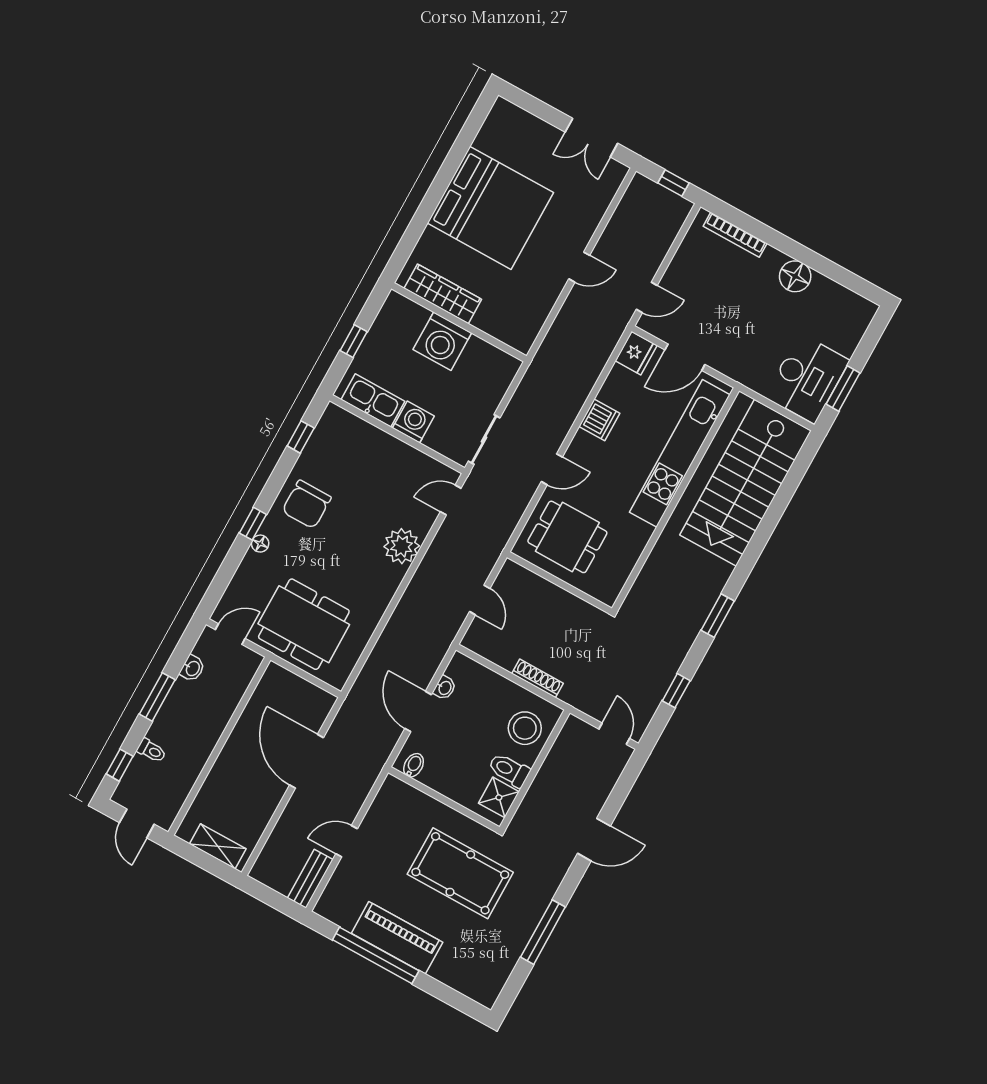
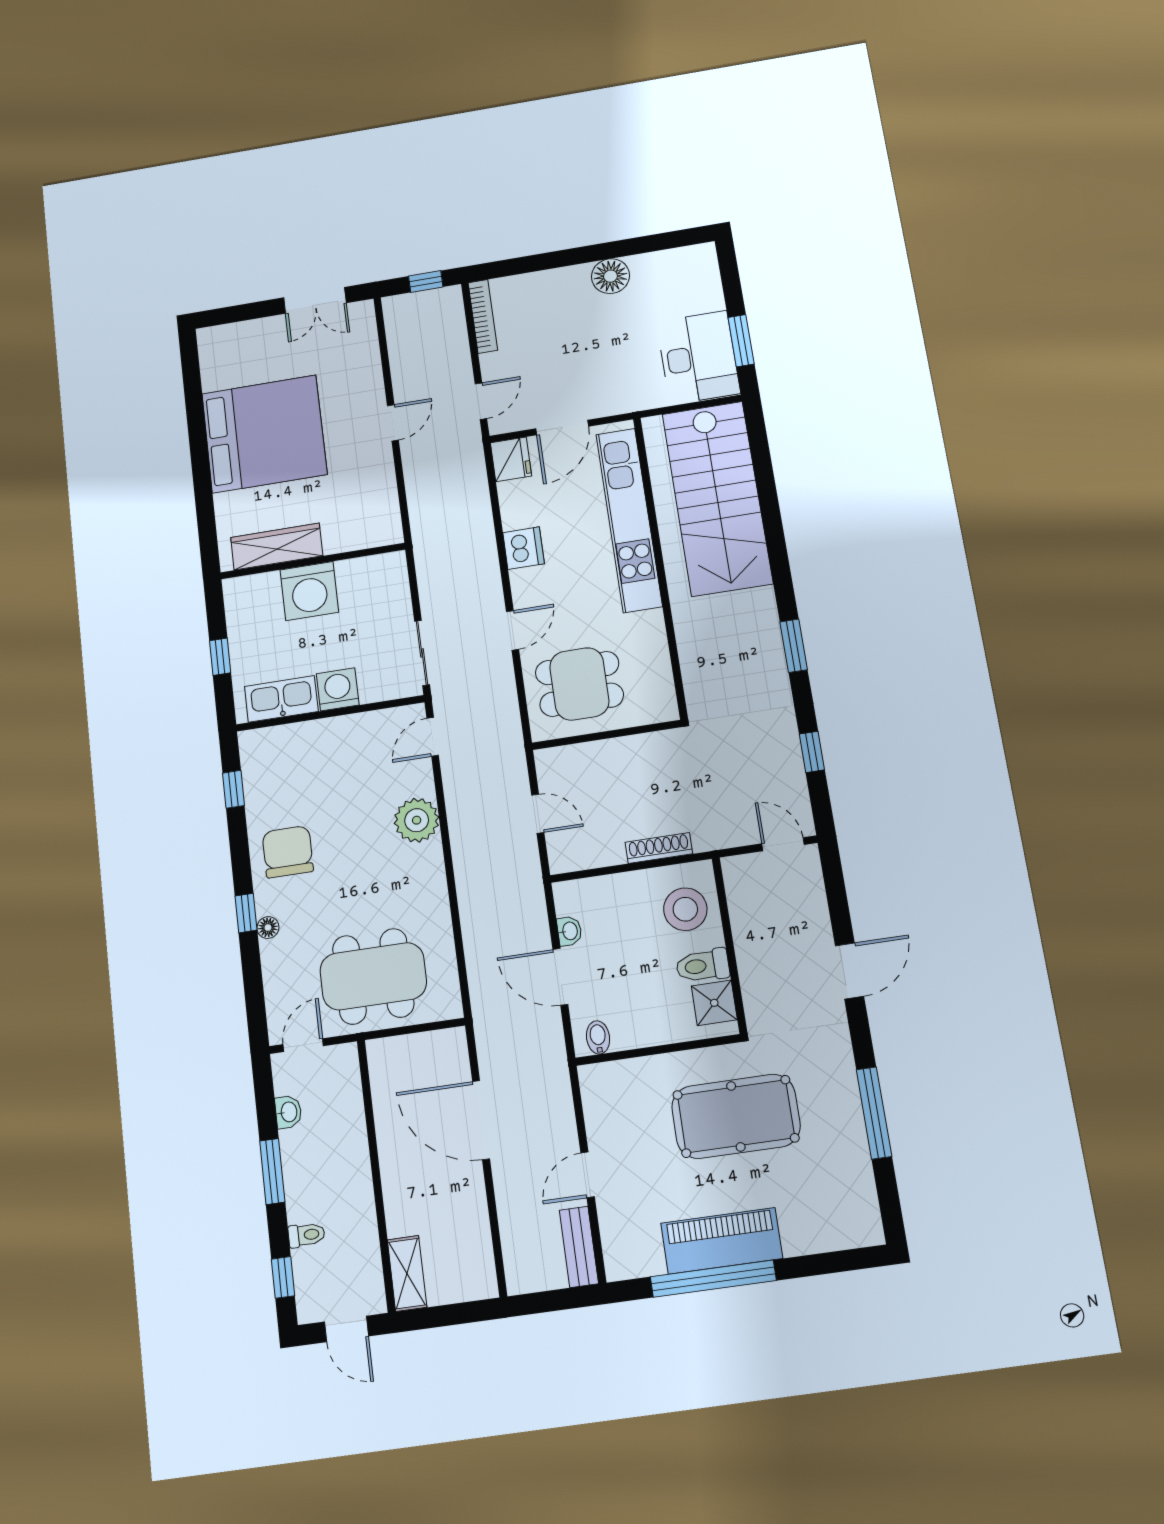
bookcase: (735, 235) -> (483, 316), moved, turned -90
chair: (307, 504) -> (288, 852), turned 180
shelving: (218, 846) -> (407, 1273), moved, turned 90

